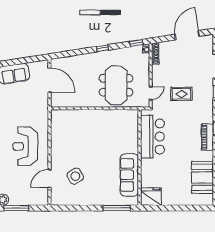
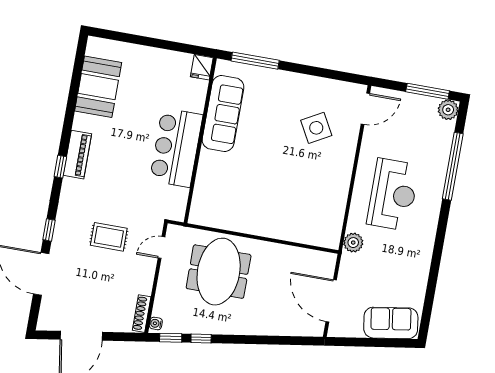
window: (102, 48) -> (201, 339), moved
plant: (43, 115) -> (353, 243), added
bar counter: (152, 137) -> (176, 148), moved
door: (50, 179) -> (365, 109), moved
fridge: (151, 197) -> (202, 67), width x0.53, depth x0.75

